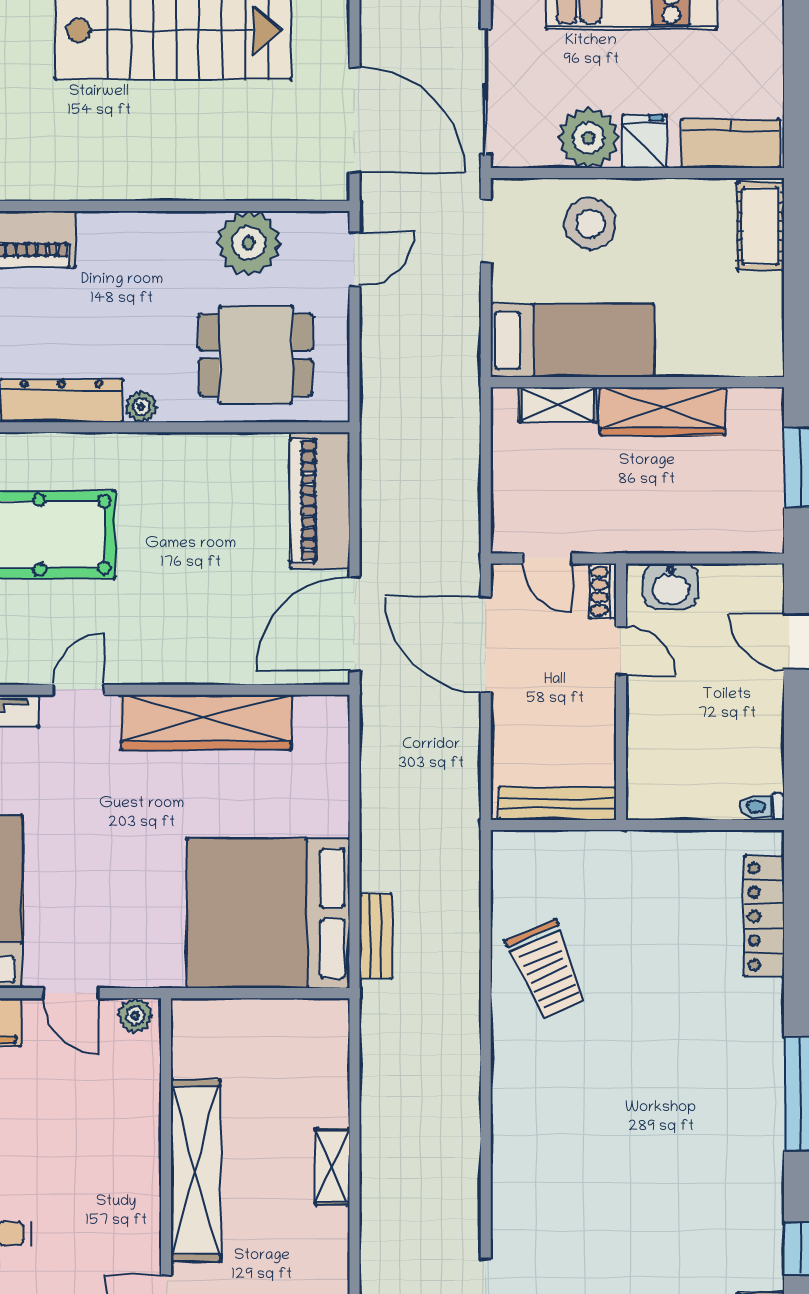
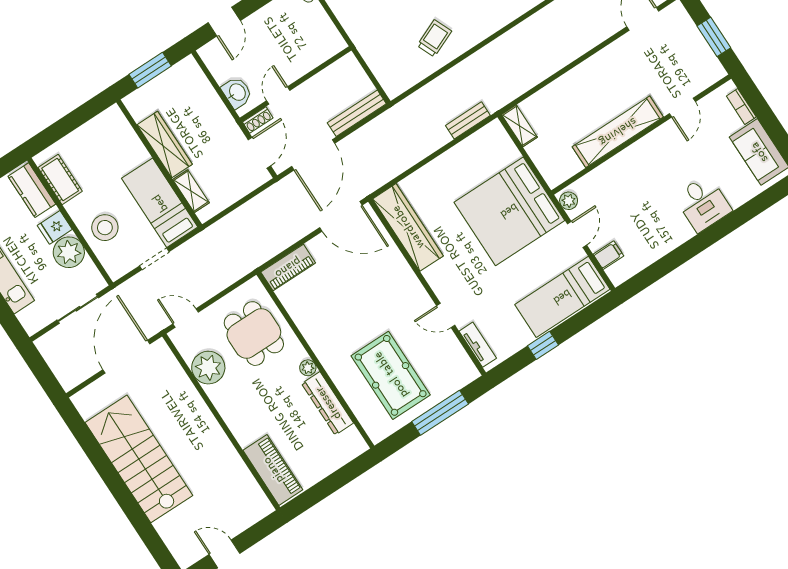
sliding door: (486, 92) -> (78, 309), width x0.73
cot: (760, 226) -> (60, 179), moved, turned 90
doorway: (486, 231) -> (154, 259), moved
piano: (320, 501) -> (288, 268), width x0.73, depth x0.75
door: (547, 558) -> (259, 153), width x1.38
wardrobe: (206, 722) -> (408, 227), moved
bench: (557, 804) -> (357, 113), moved, turned 90
bed: (268, 913) -> (509, 211), moved, turned 90
trolley: (547, 969) -> (434, 38), width x0.73, depth x0.72
shelving: (332, 1167) -> (519, 126), moved, turned 90

